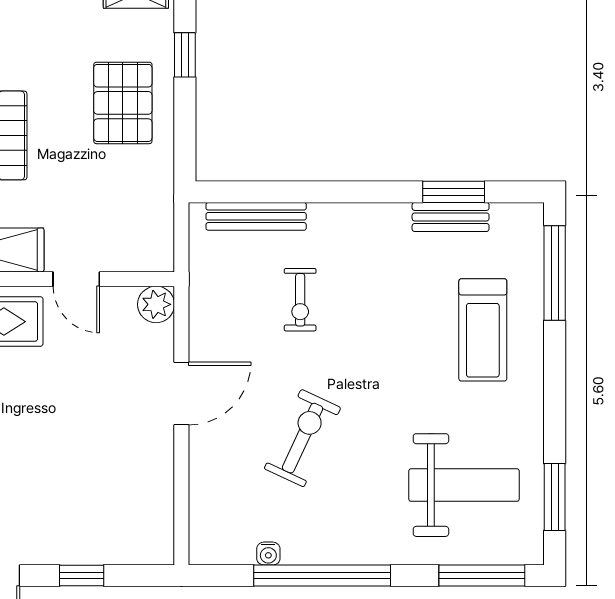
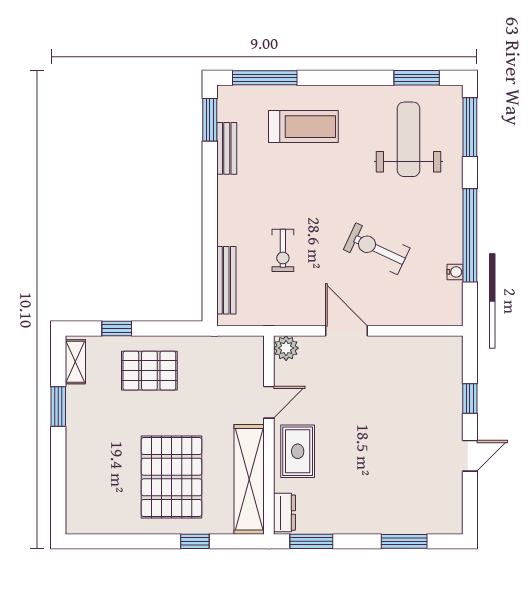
window: (454, 192) -> (210, 120), moved
exercise bike: (300, 300) -> (283, 250), turned 90

